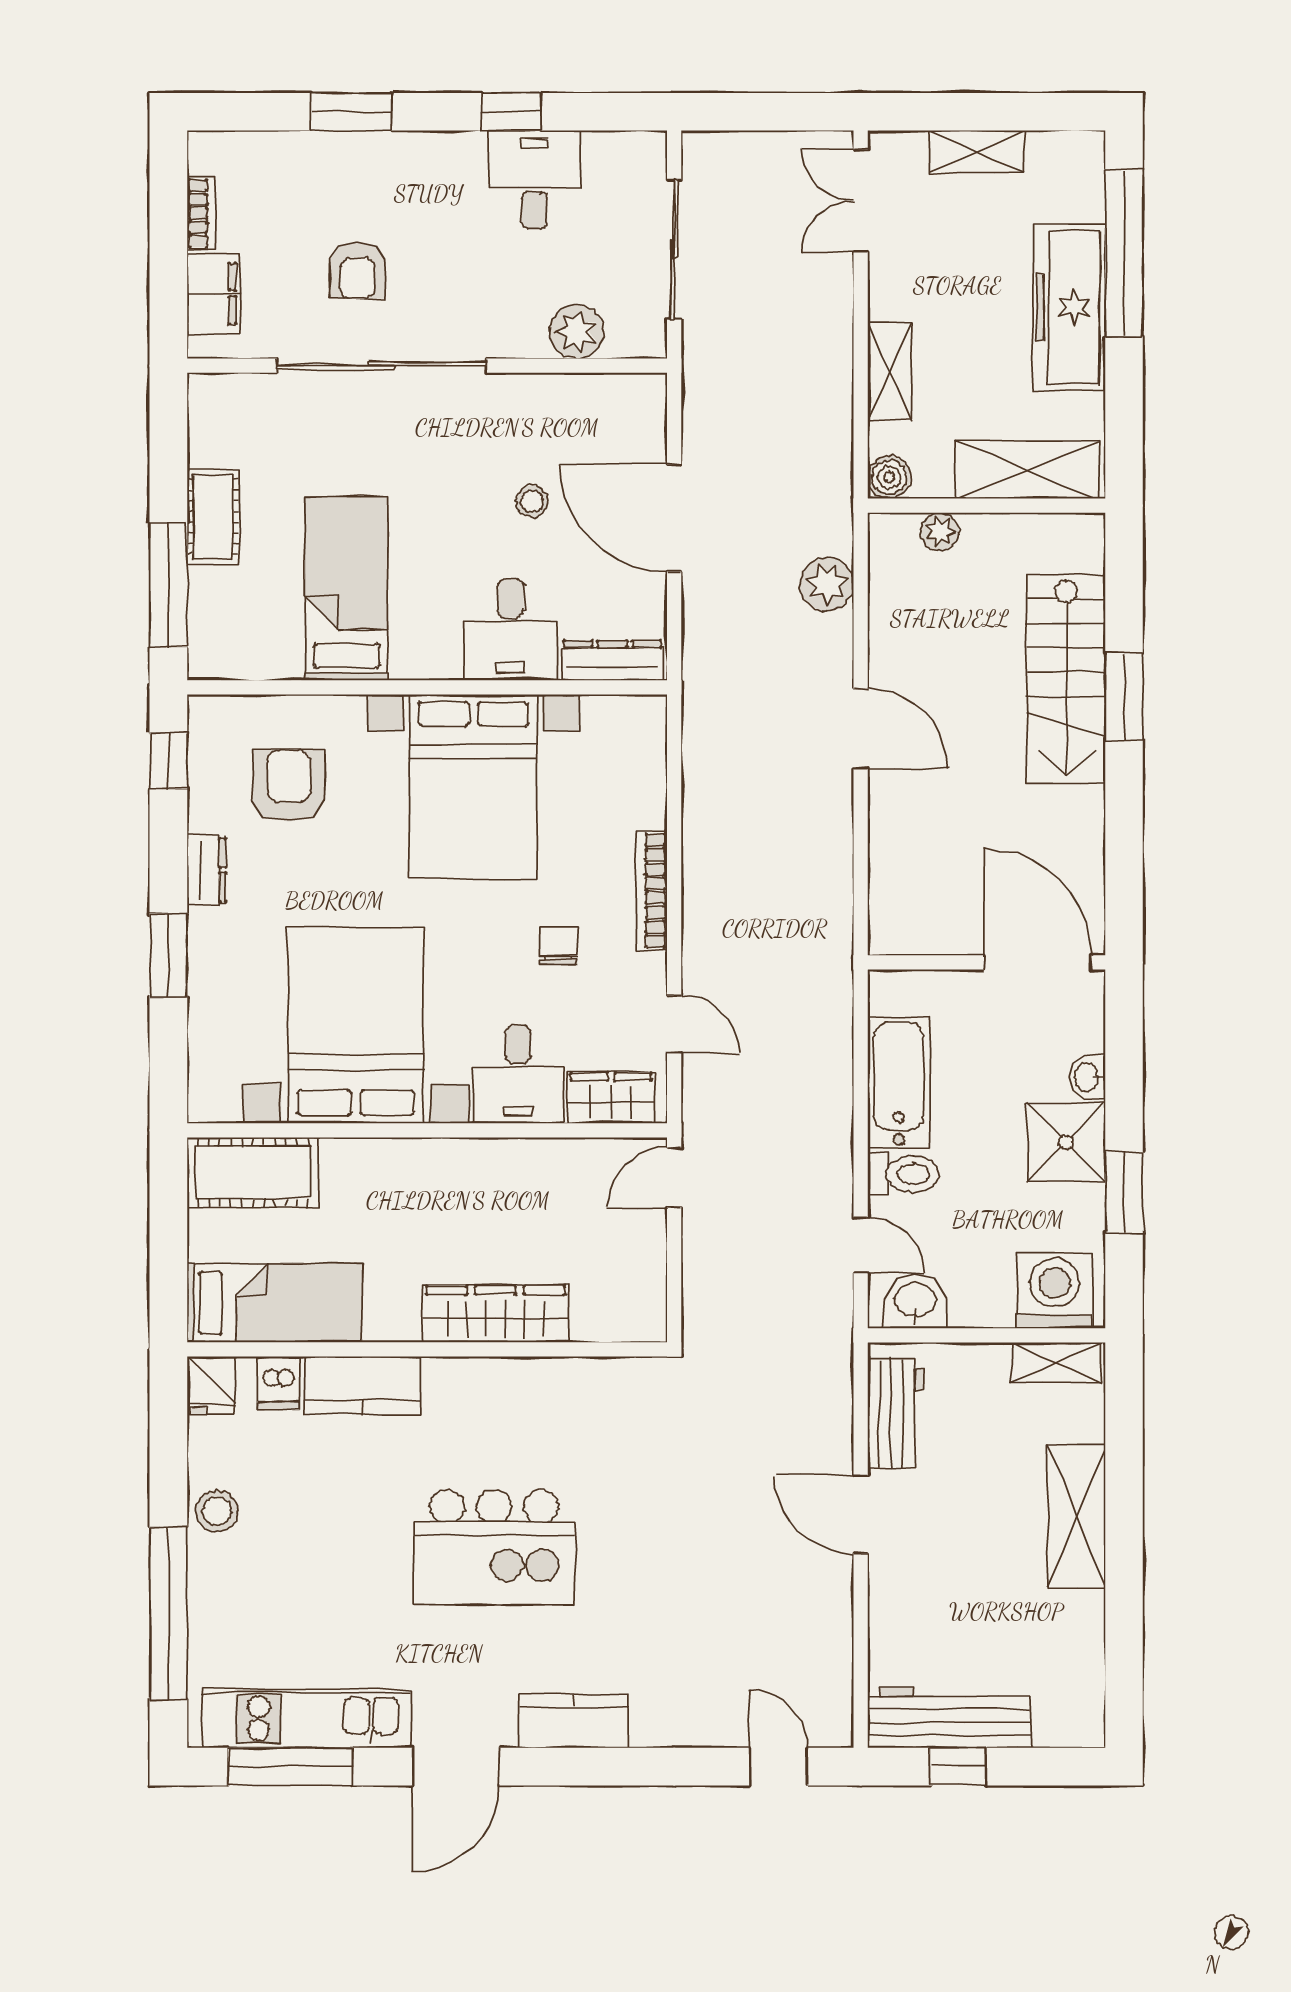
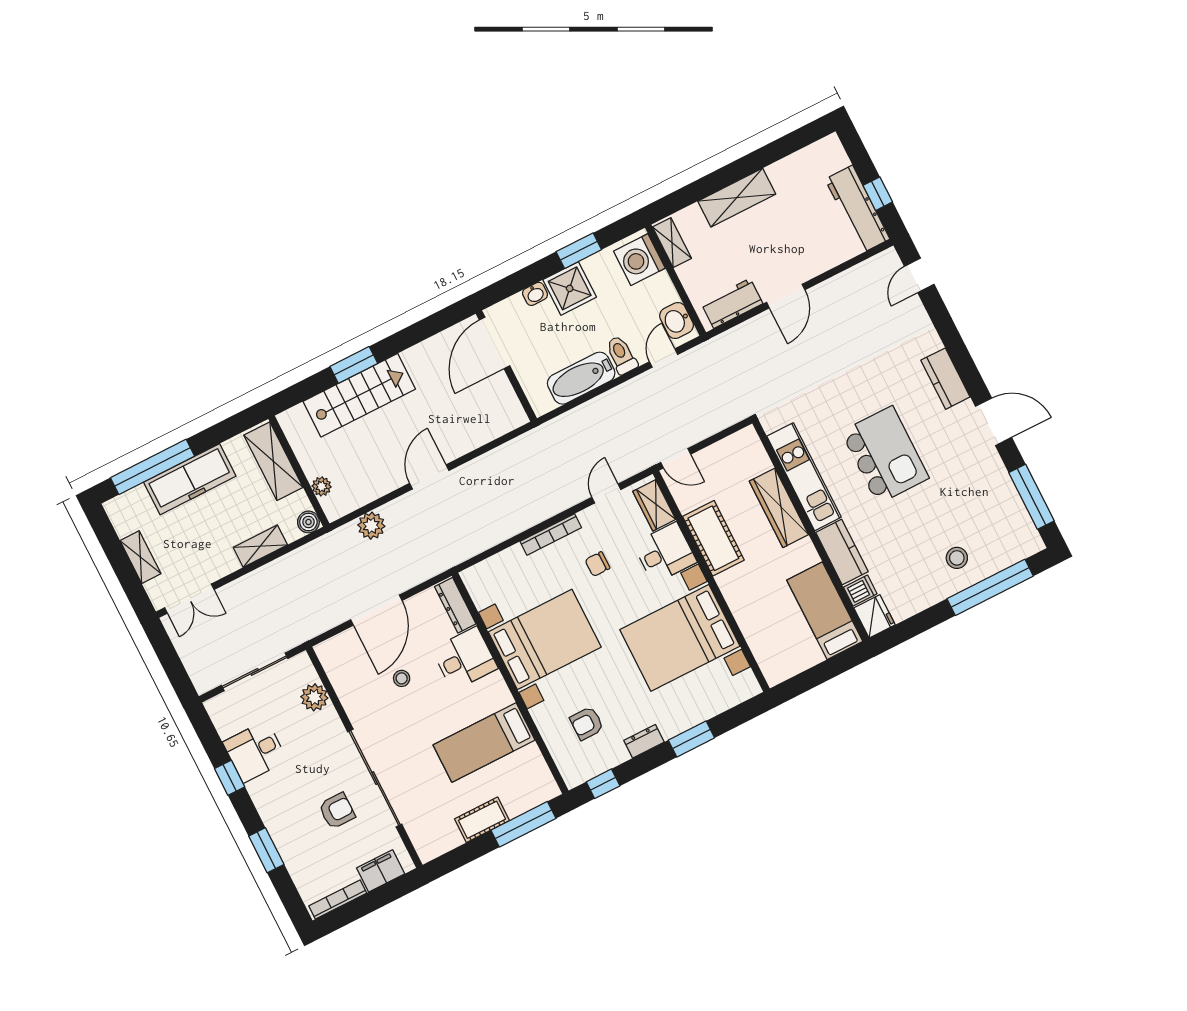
bookcase: (202, 213) -> (338, 899), width x1.56
armchair: (289, 786) -> (587, 723), width x0.72, depth x0.72
cot: (253, 1172) -> (713, 538), moved
fridge: (211, 1385) -> (875, 616), width x1.38
stool: (217, 1511) -> (957, 558), moved
kitchen unit: (307, 1719) -> (804, 477), moved, turned 180

